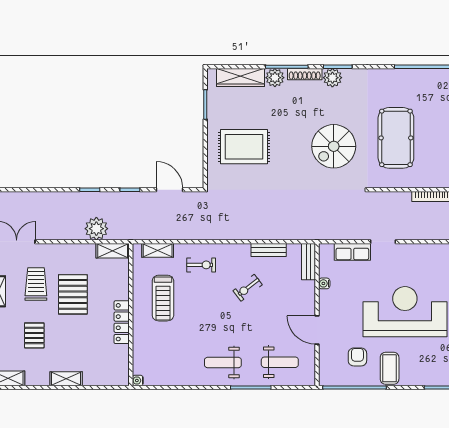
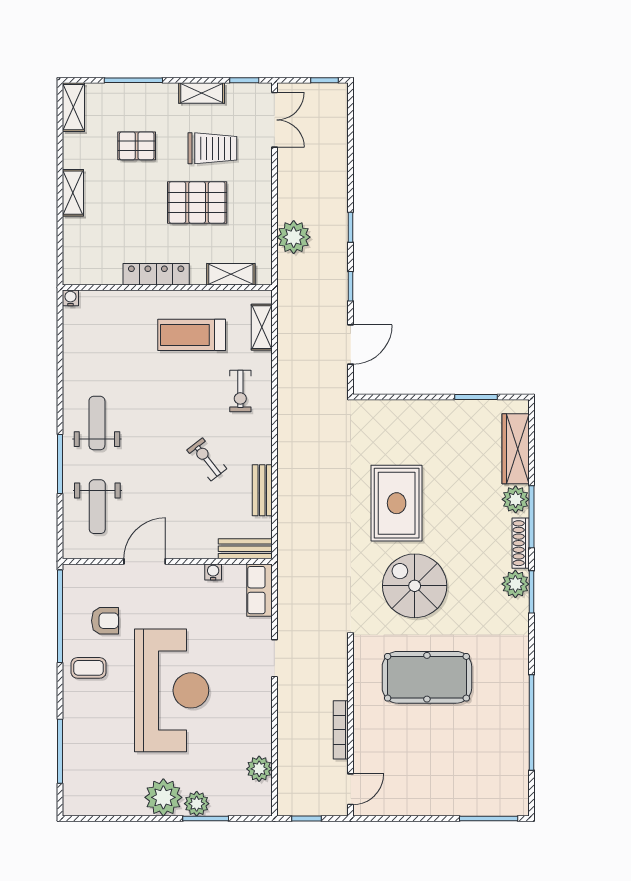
rug: (244, 147) -> (397, 503), moved
shelving: (113, 251) -> (231, 274), moved, turned 90
row of seats: (352, 252) -> (259, 590), moved
coffee table: (390, 368) -> (89, 668), width x0.73, depth x0.77

